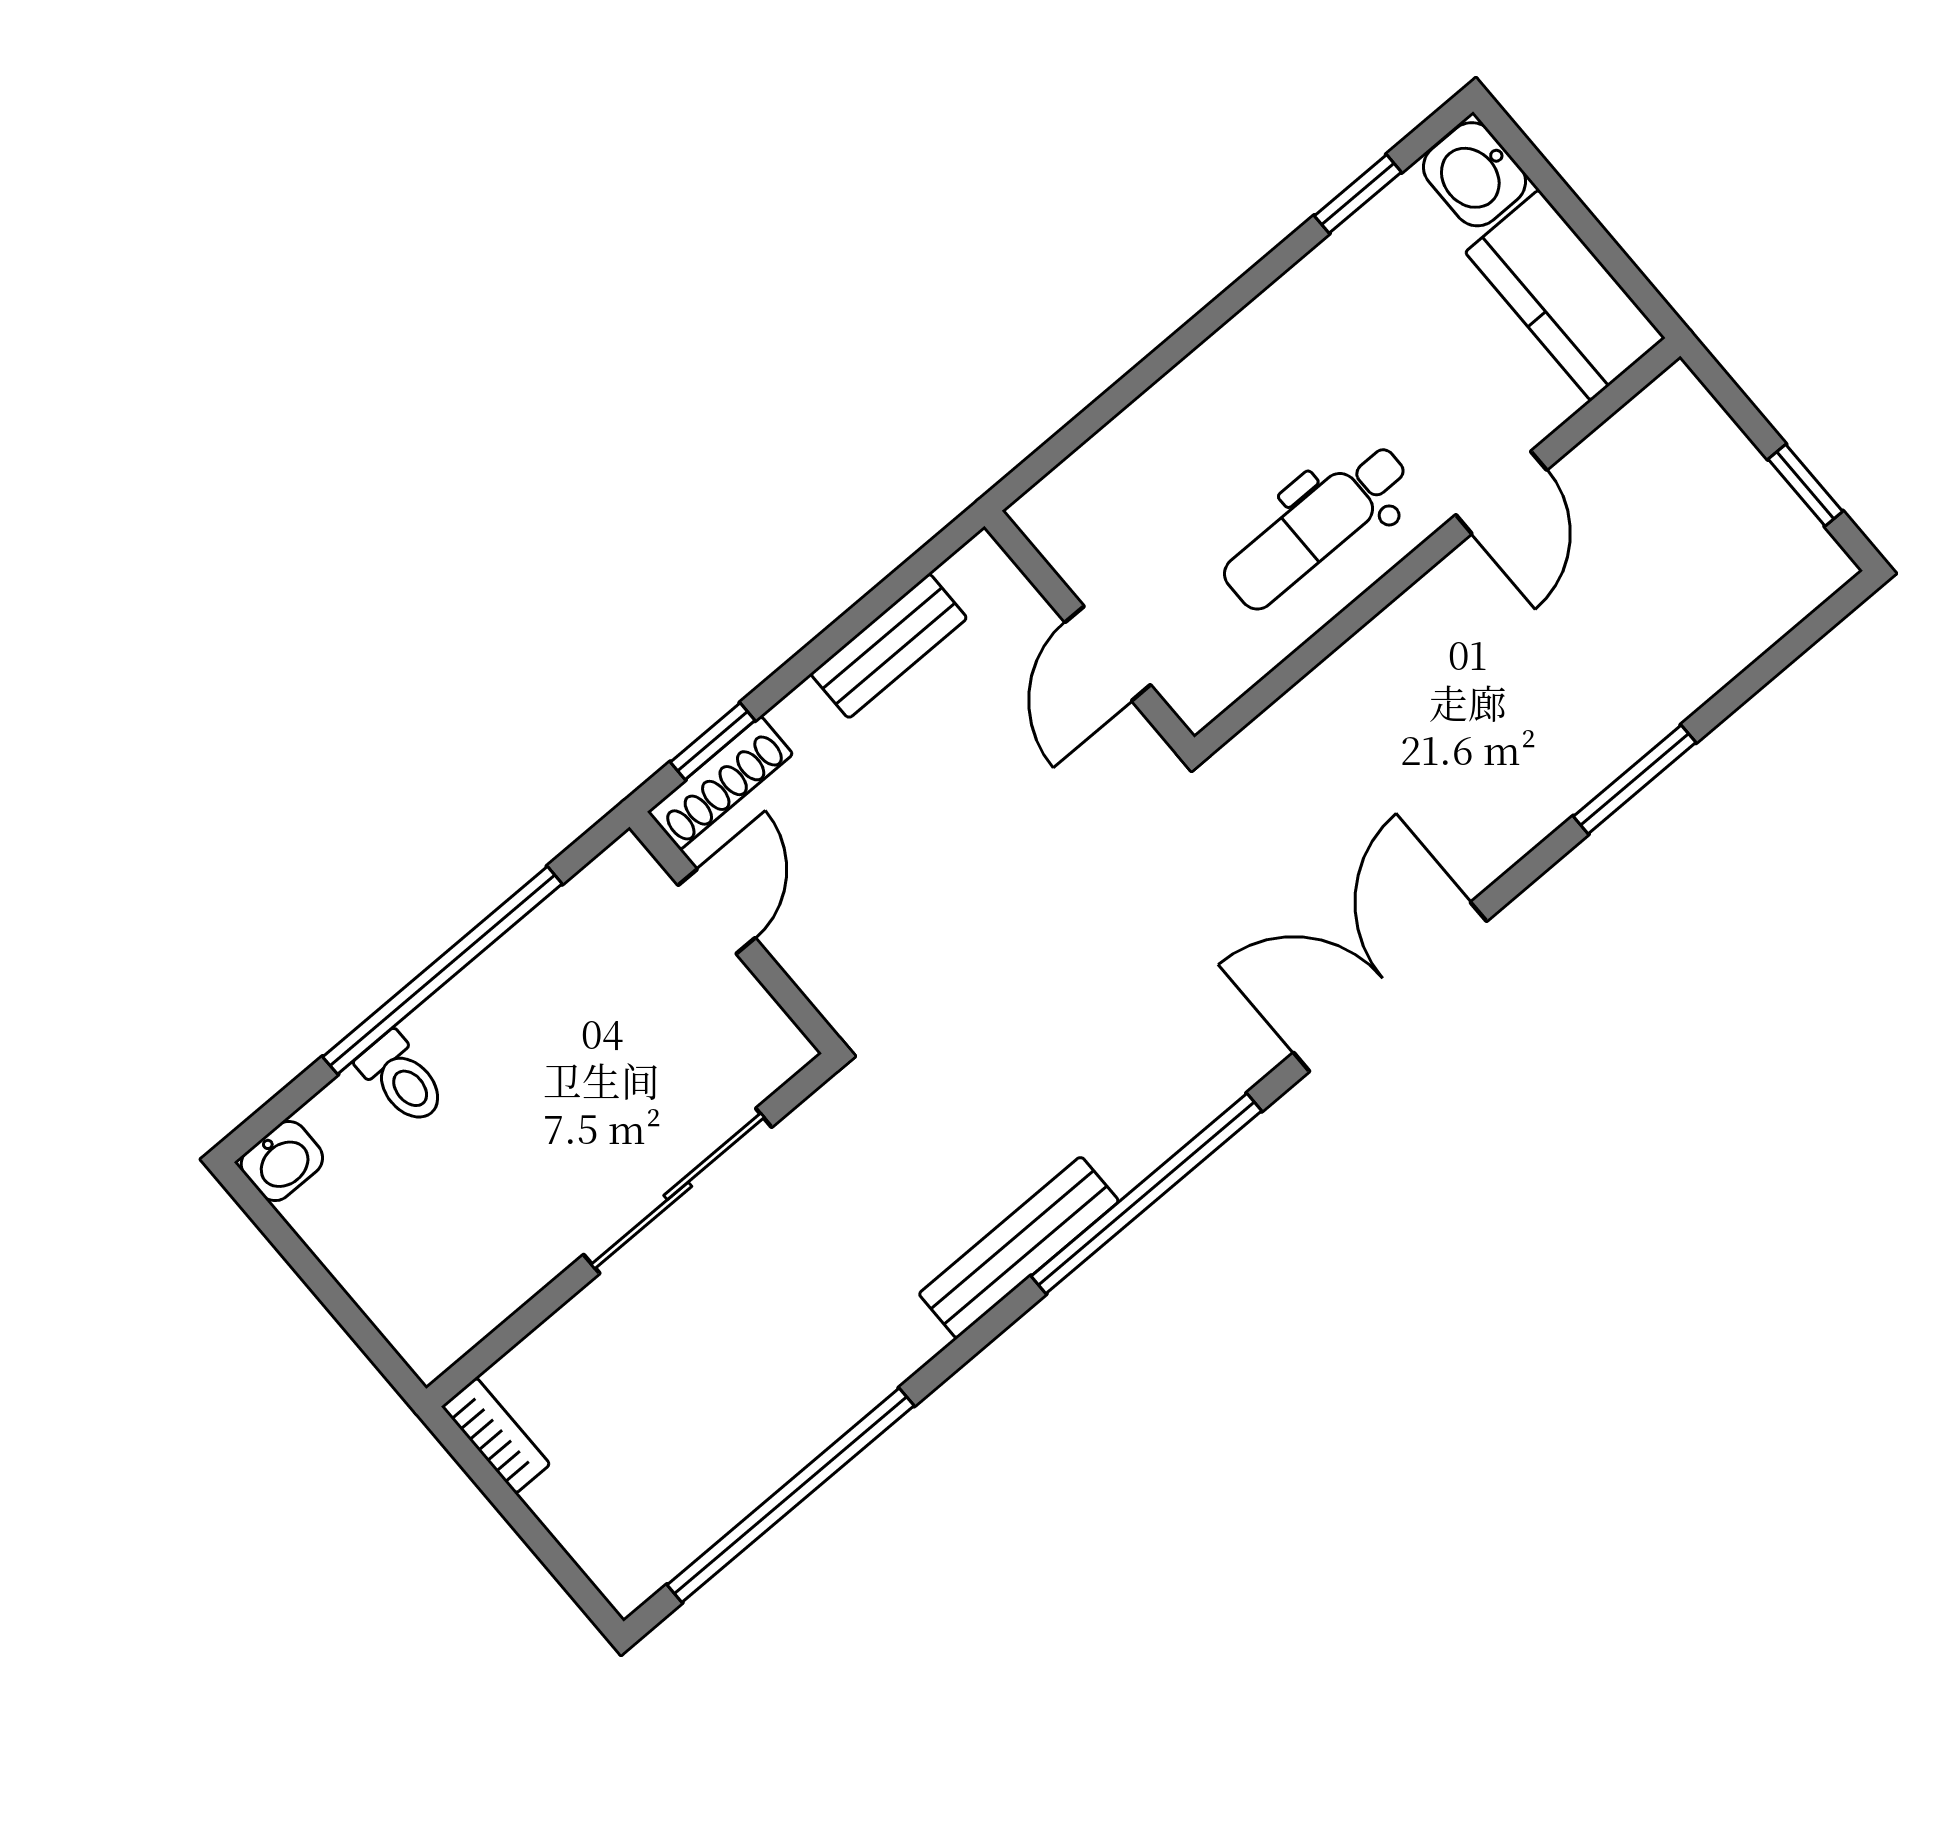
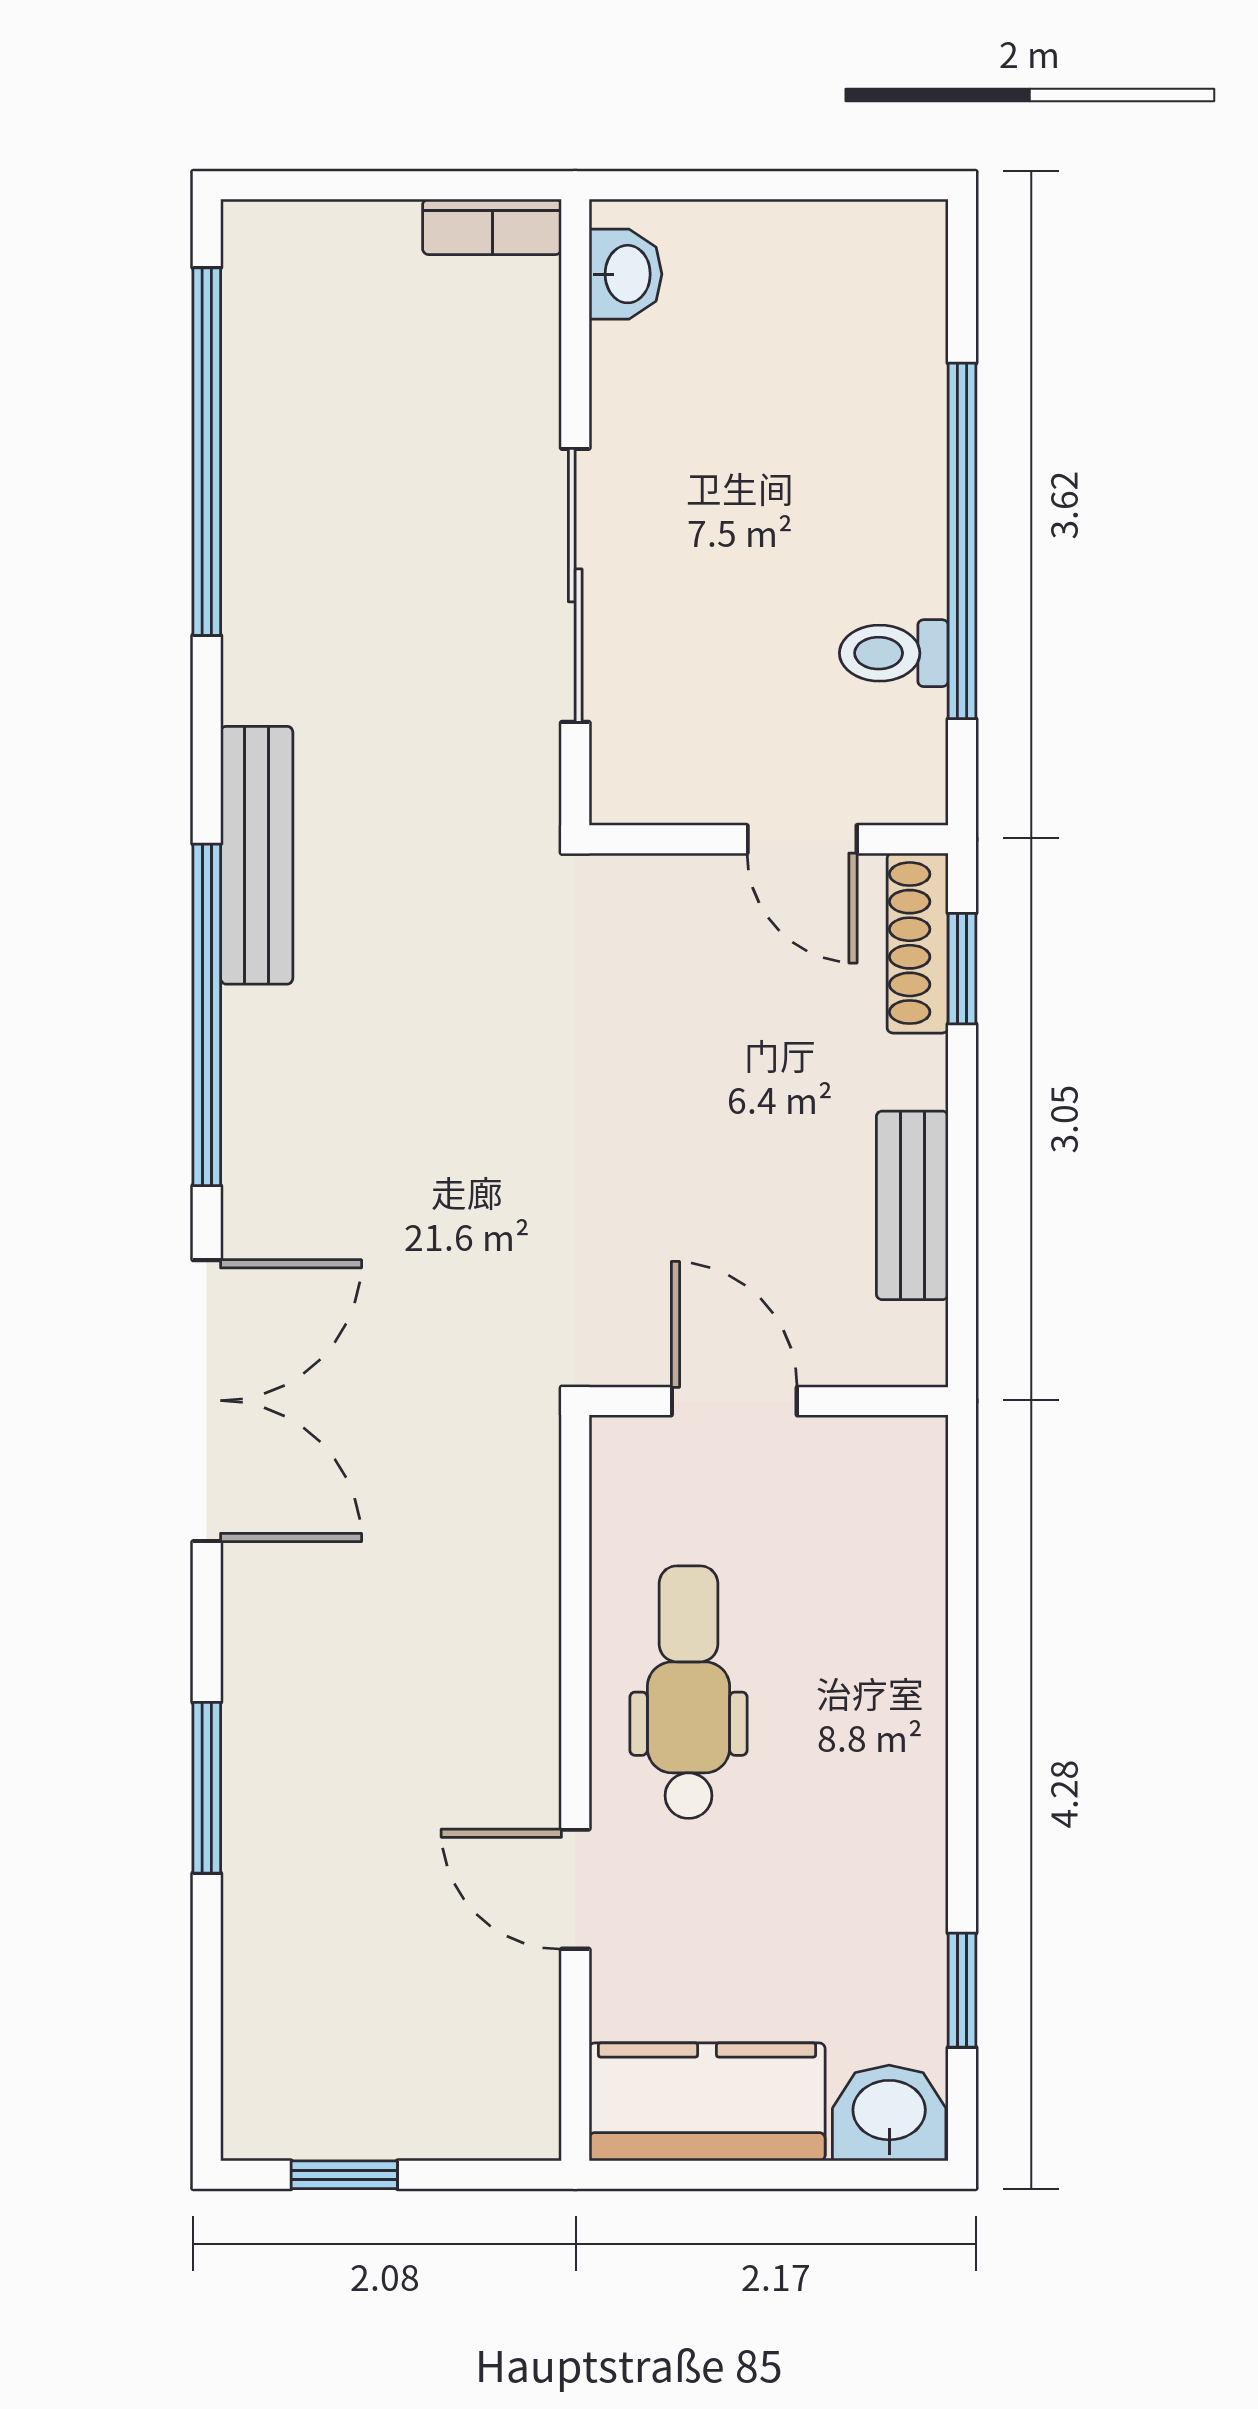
toilet: (402, 1079) -> (894, 653), moved
washbasin: (282, 1161) -> (625, 274), moved, turned 180

